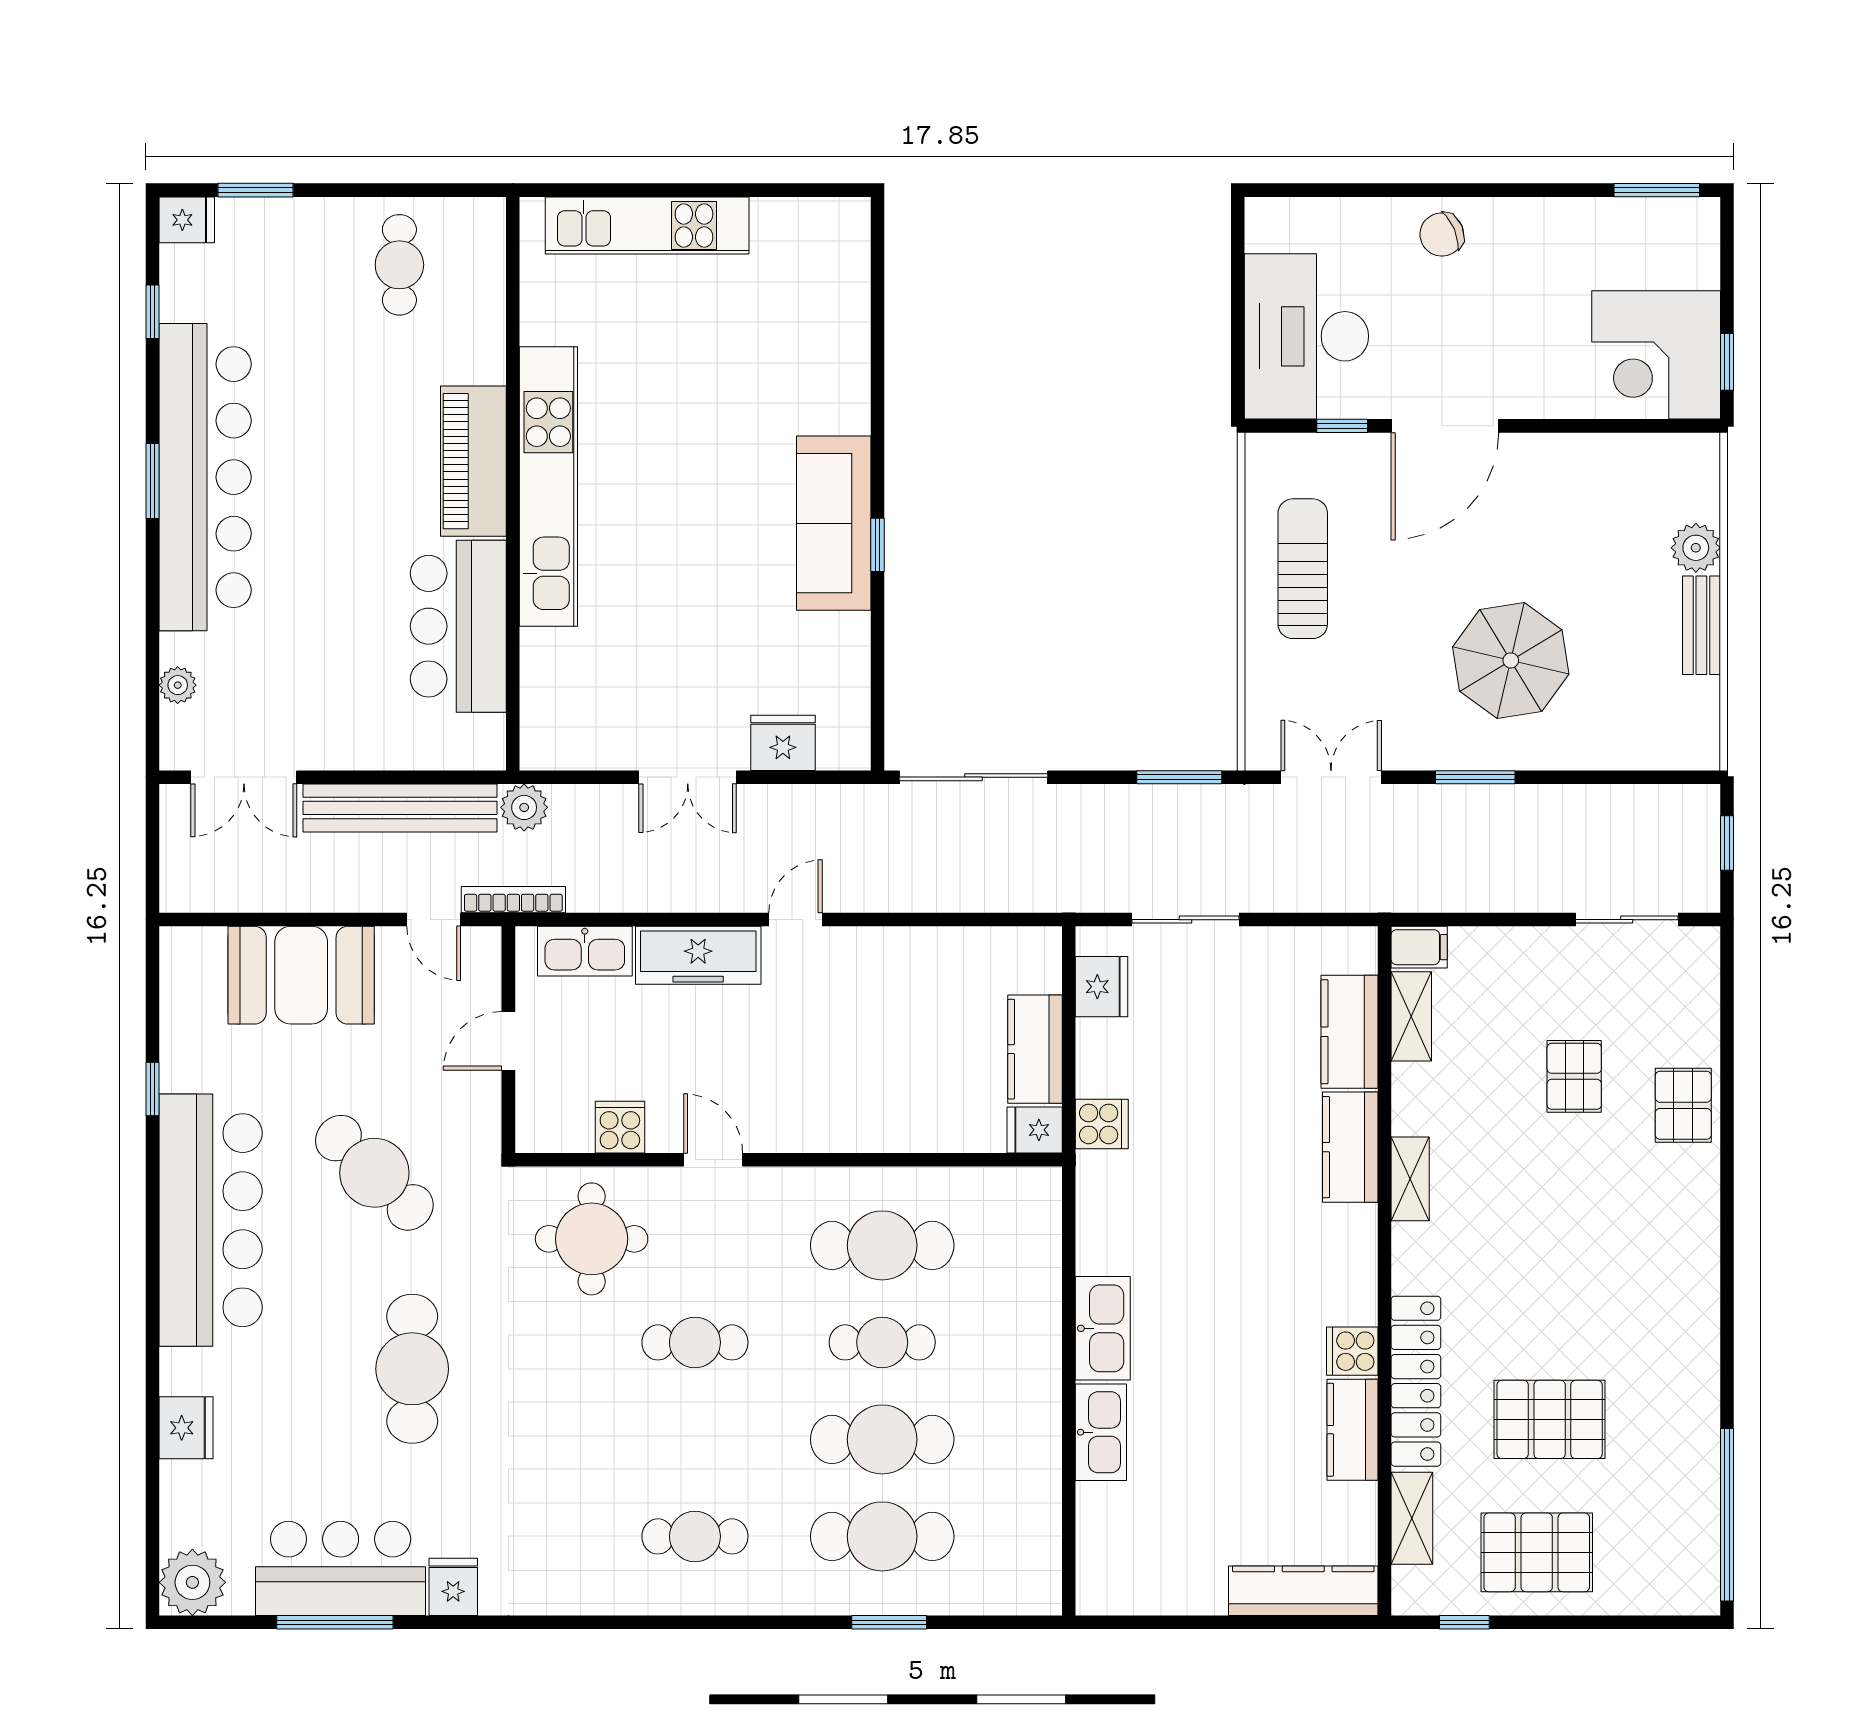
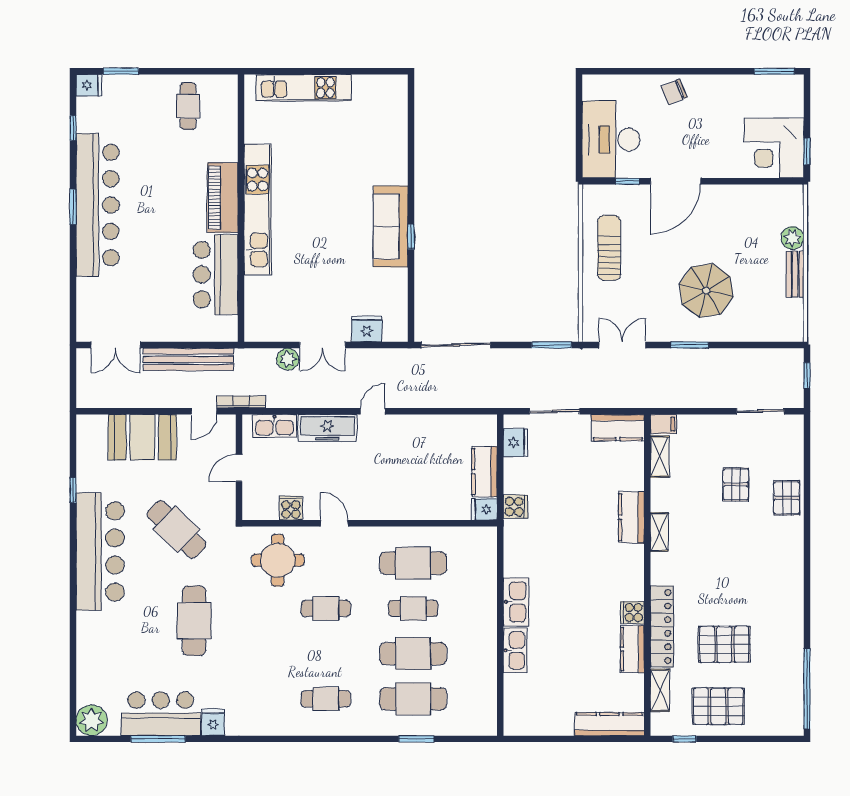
plant: (178, 685) -> (85, 302), removed
plant: (524, 807) -> (288, 359), moved
door: (434, 920) -> (204, 411), hinge flipped
kitchen counter: (1350, 1032) -> (618, 428), moved, turned -90
fridge: (186, 1428) -> (89, 648), removed

